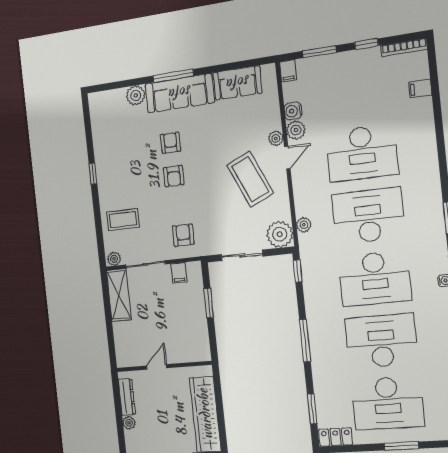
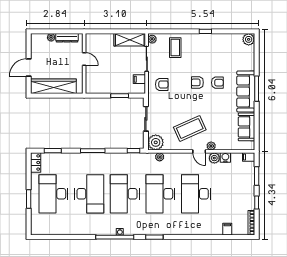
plant: (136, 95) -> (249, 39), moved
desk: (368, 216) -> (160, 194), turned 180

